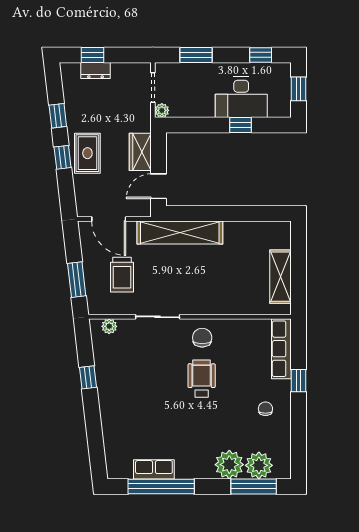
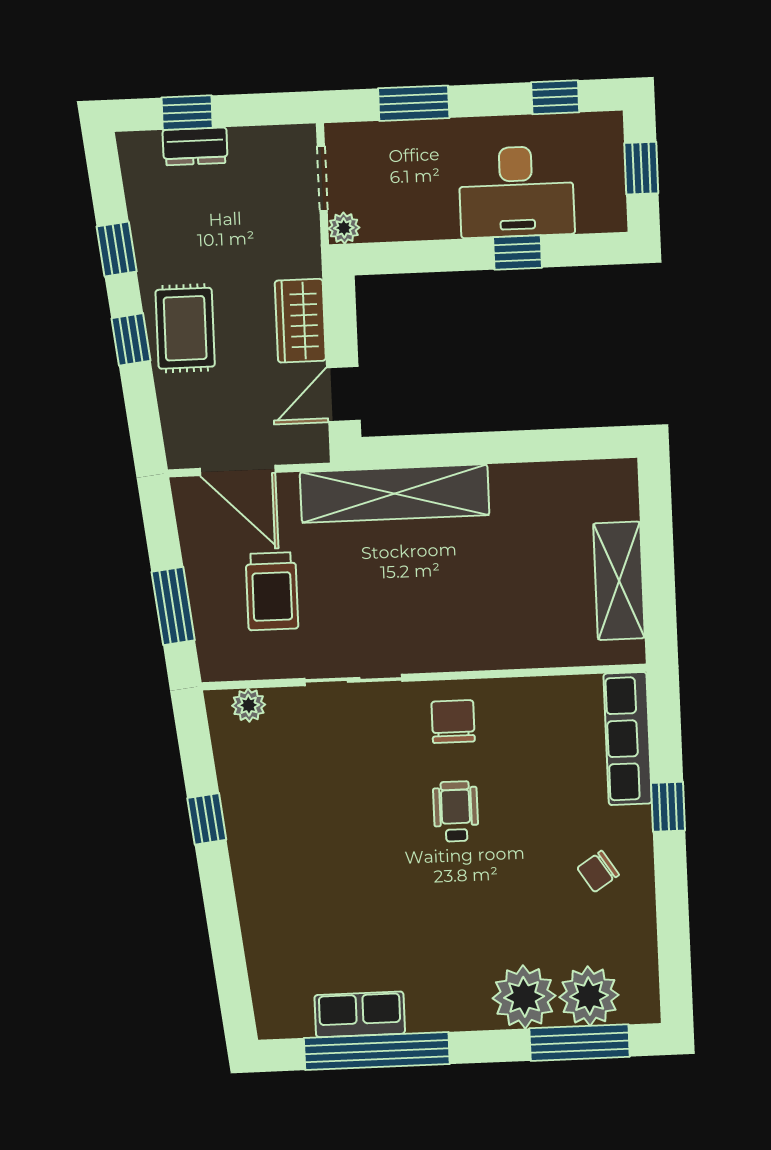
wheelchair: (202, 379) -> (456, 811), width x0.73, depth x0.73
chair: (265, 409) -> (598, 871), turned -123

